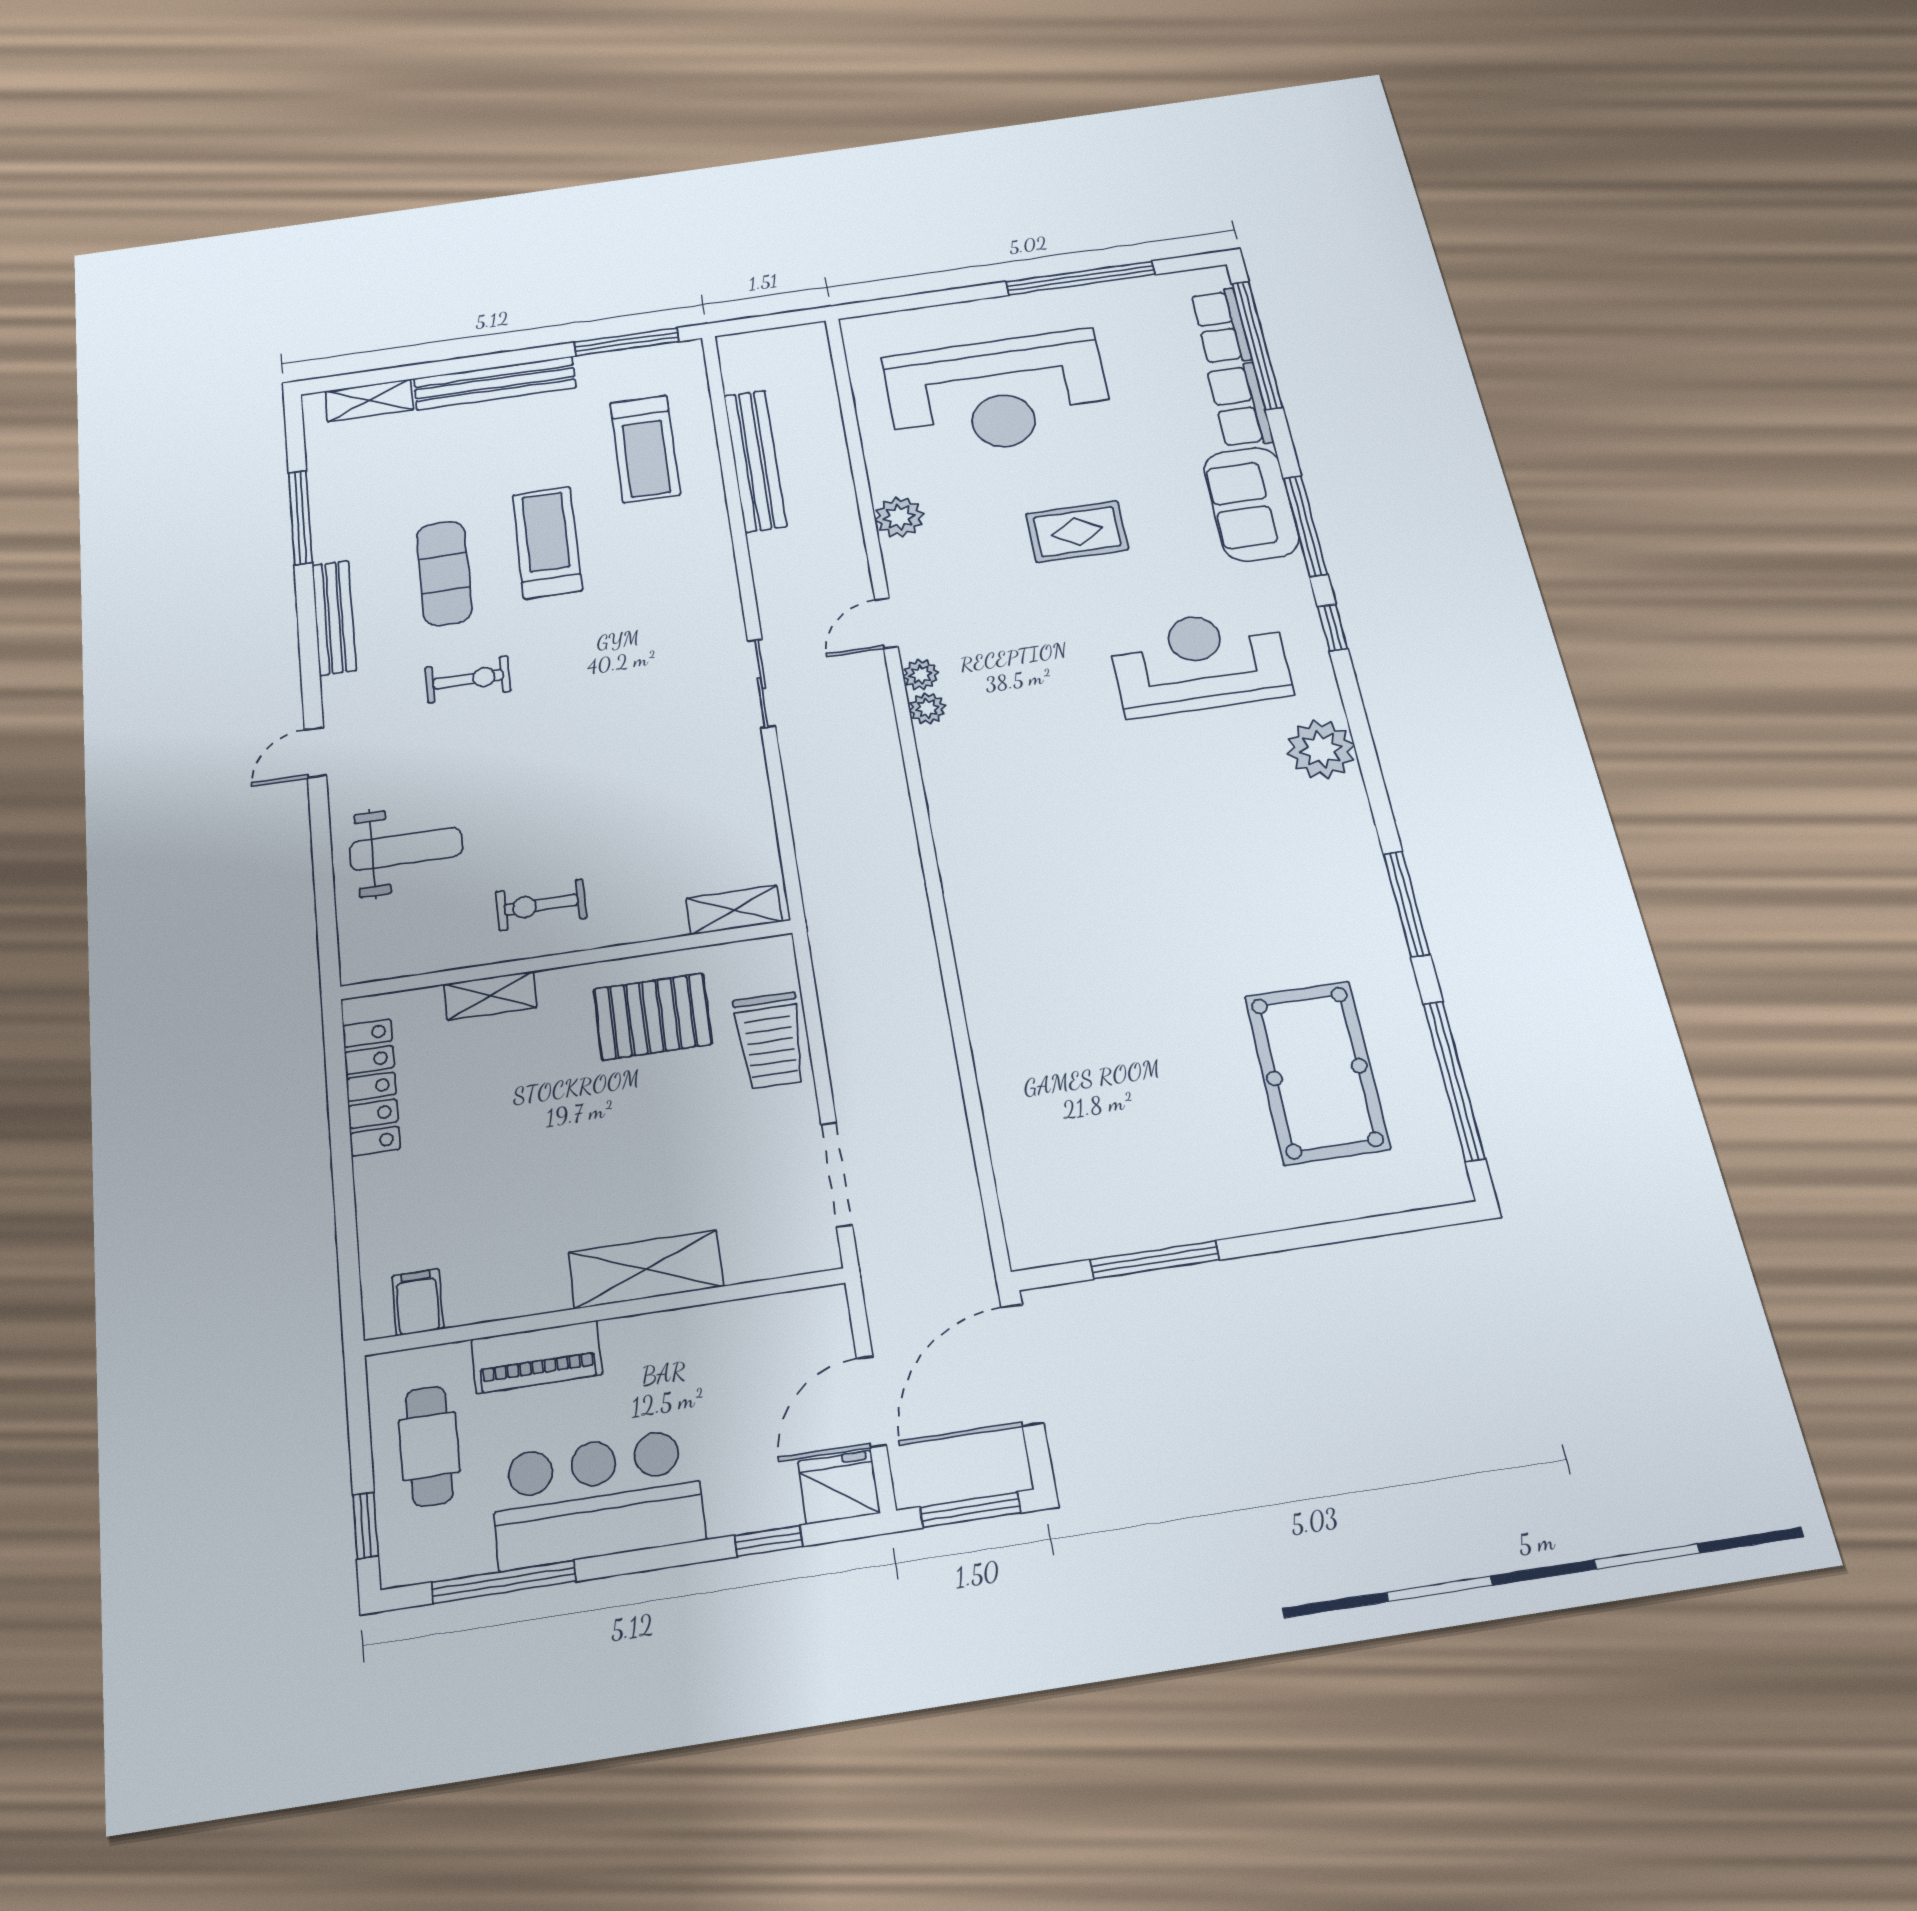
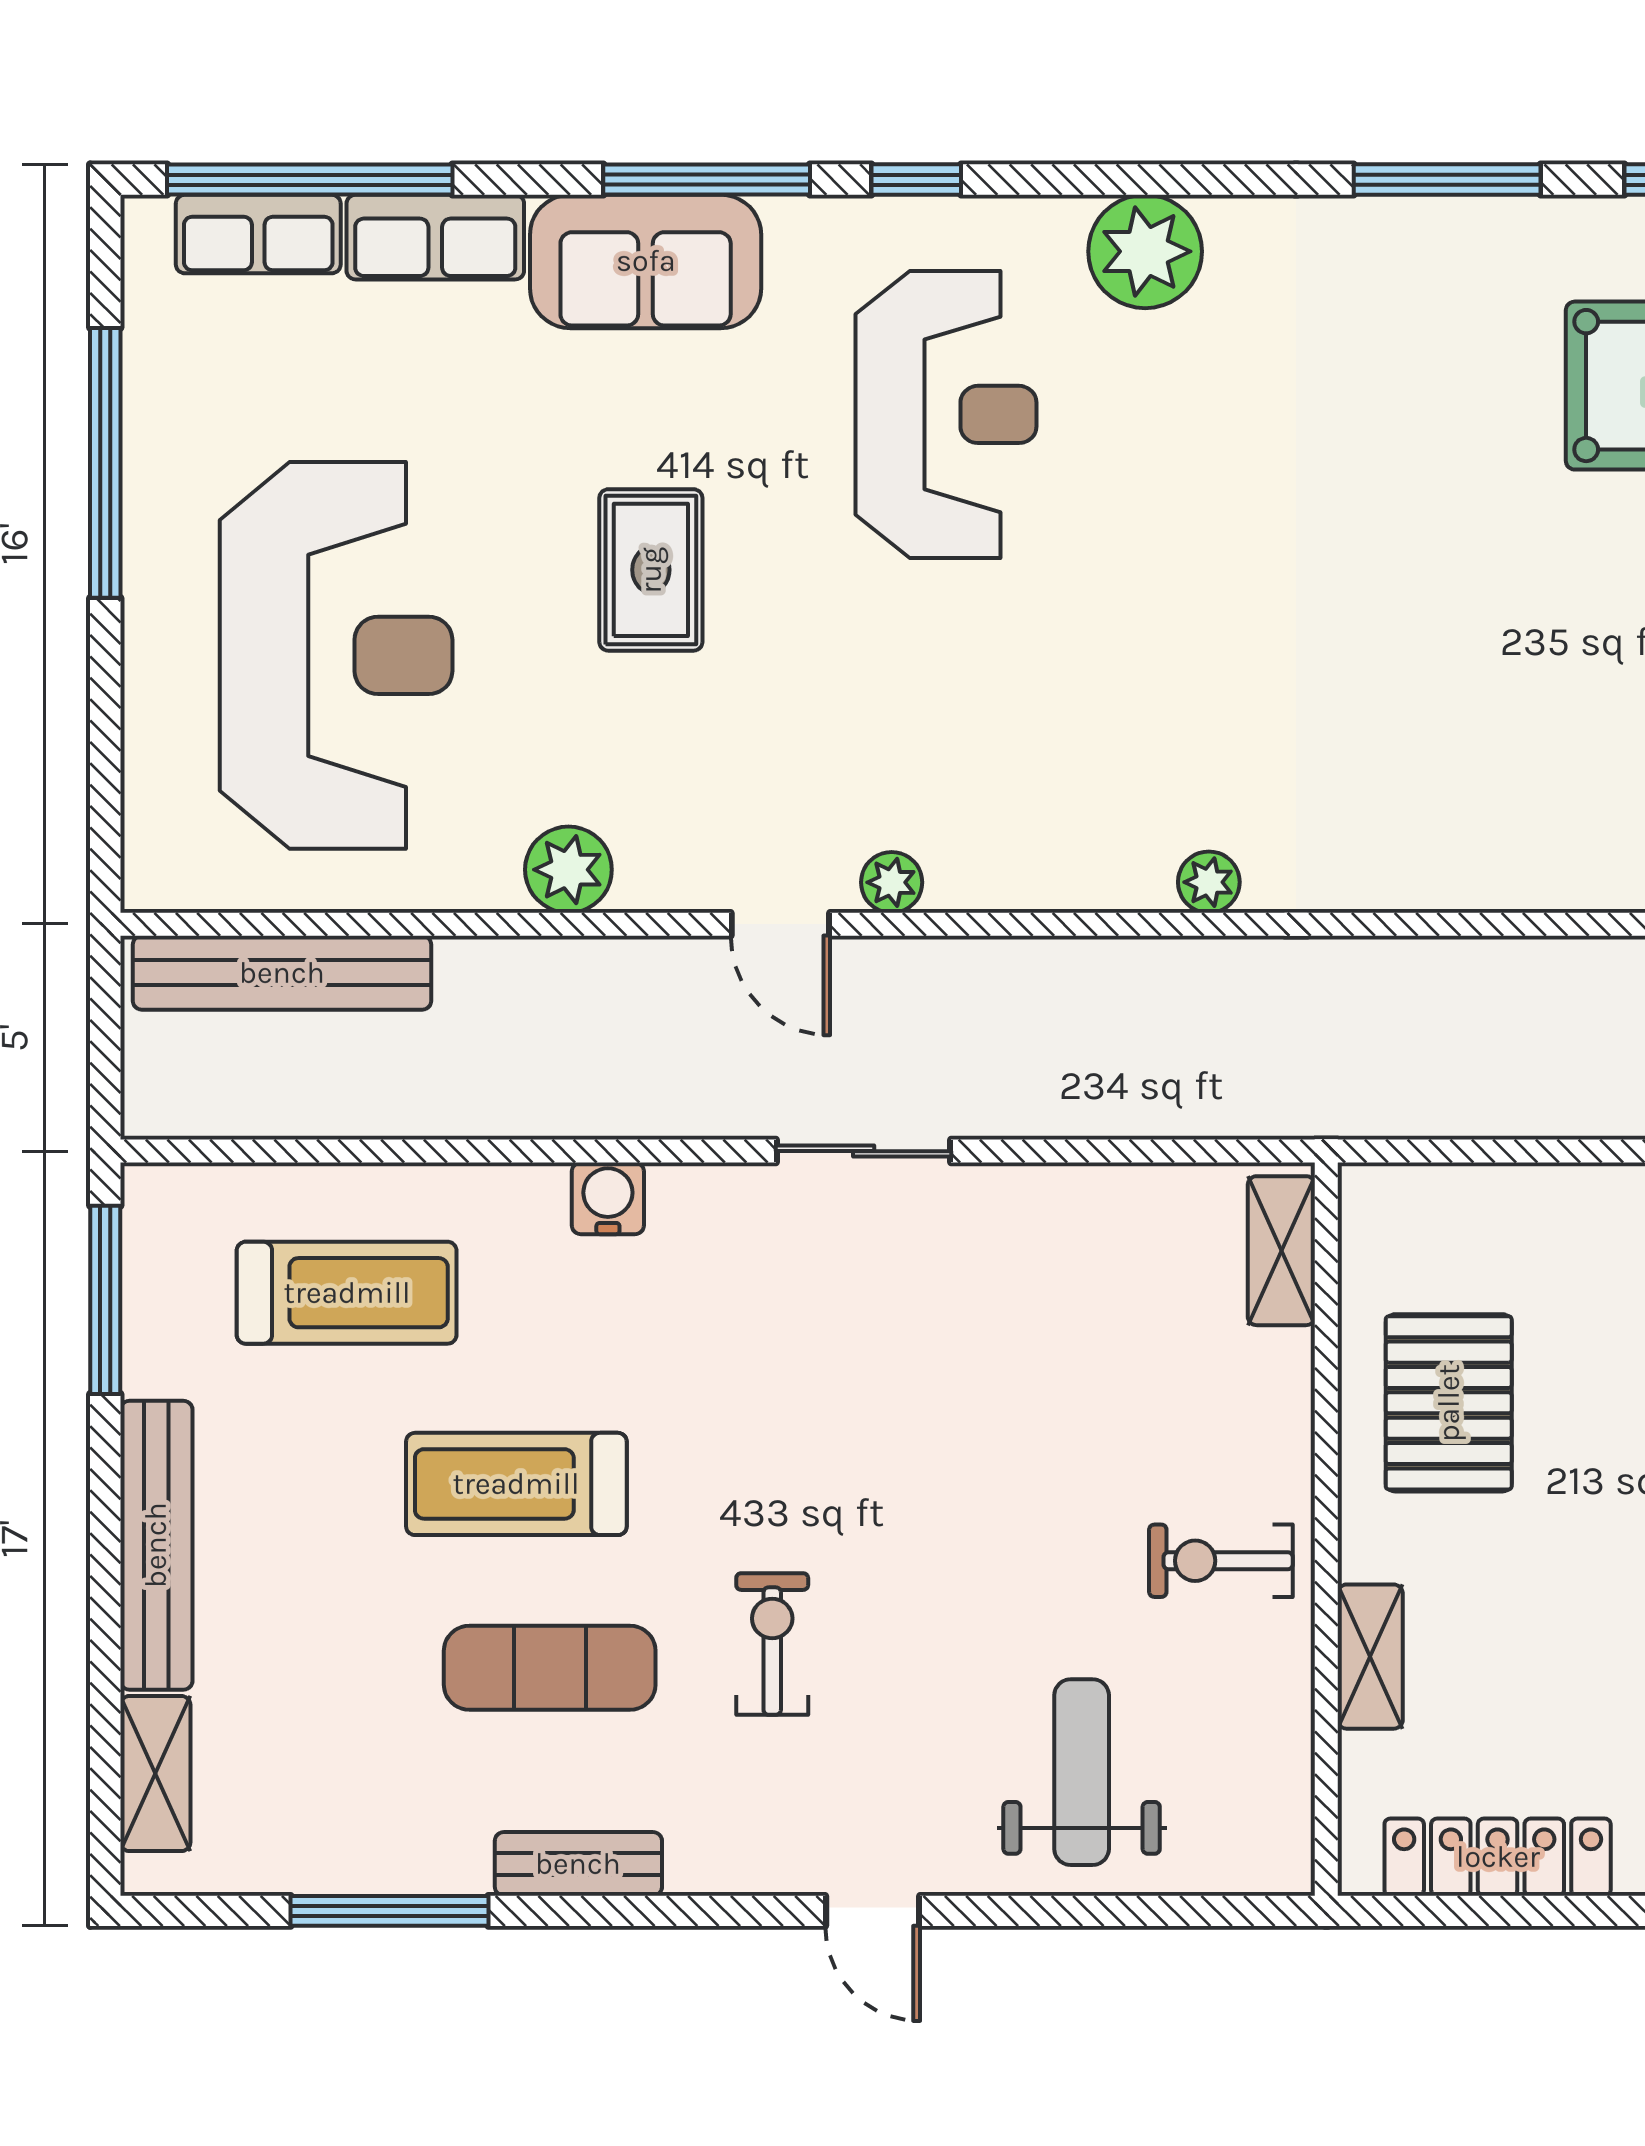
bench: (755, 461) -> (282, 973), moved
water cooler: (715, 562) -> (608, 1198), added
bench: (334, 617) -> (578, 1864), width x0.73
reception desk: (1200, 662) -> (946, 414), turned 180
plant: (927, 708) -> (1209, 882), moved
exercise bike: (541, 905) -> (1221, 1561), turned 90
trolley: (770, 1040) -> (1520, 1223), removed

